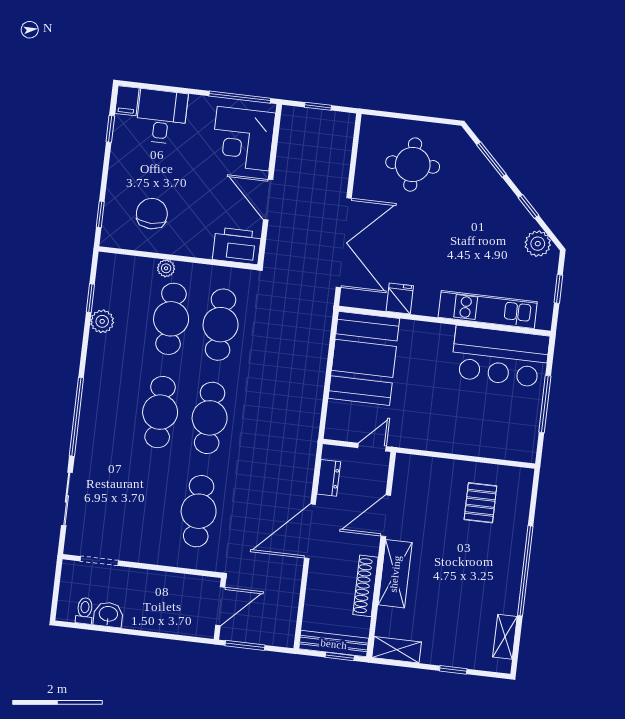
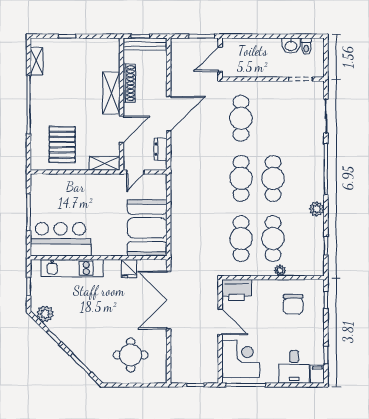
plant: (102, 321) -> (317, 209), moved
pallet: (480, 503) -> (62, 145), width x1.50, depth x1.42
shelving: (397, 650) -> (105, 163), moved

